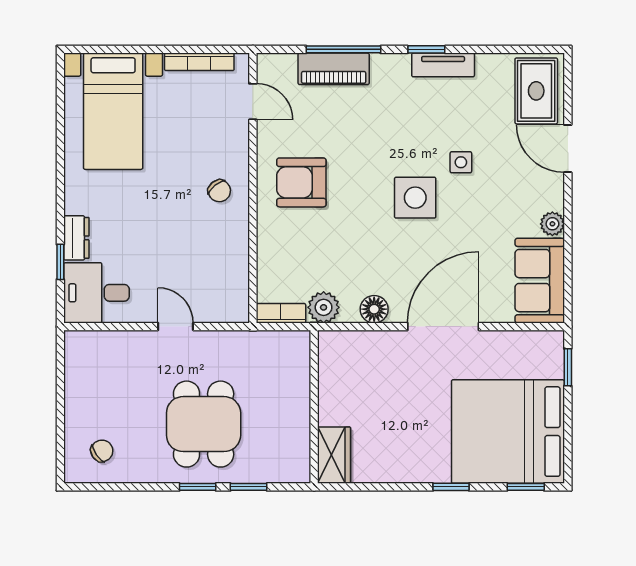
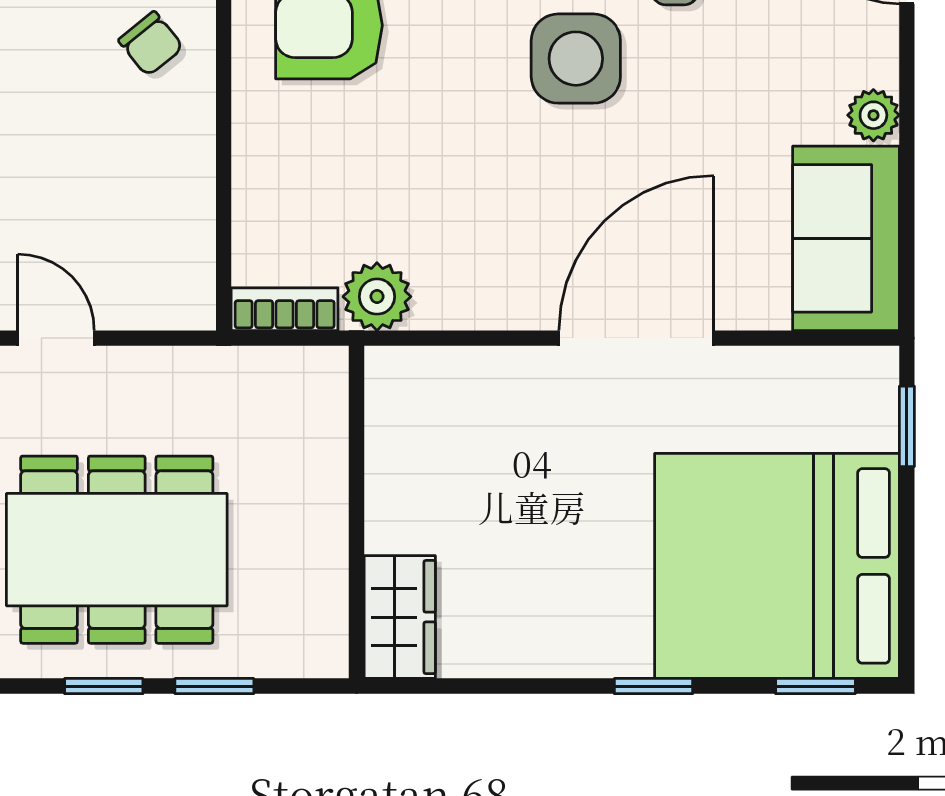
floor lamp: (374, 309) -> (487, 301), removed
dining table: (204, 424) -> (117, 550), width x1.38

